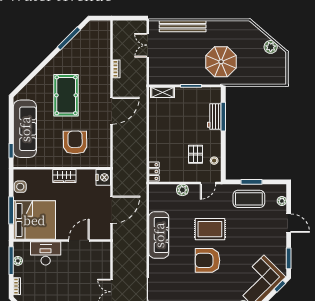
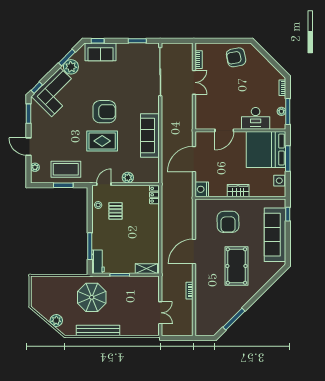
bench: (183, 26) -> (98, 330), moved
plant: (271, 47) -> (56, 320), moved
workbench: (214, 117) -> (98, 262), moved

